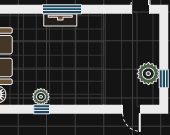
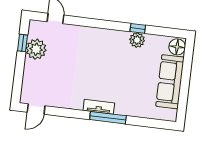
tv unit: (60, 20) -> (99, 107), moved

